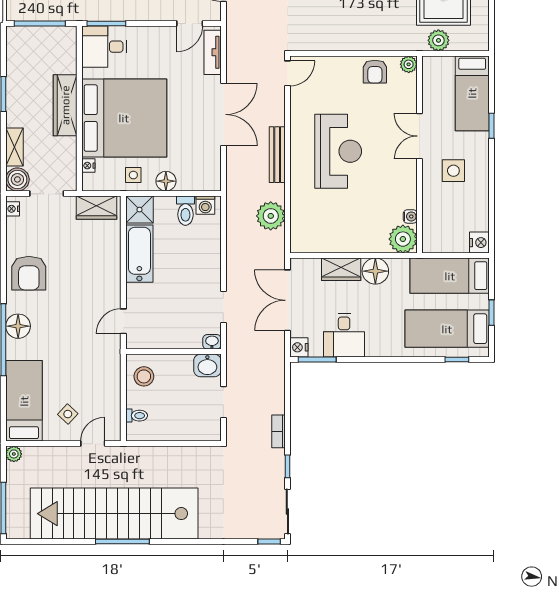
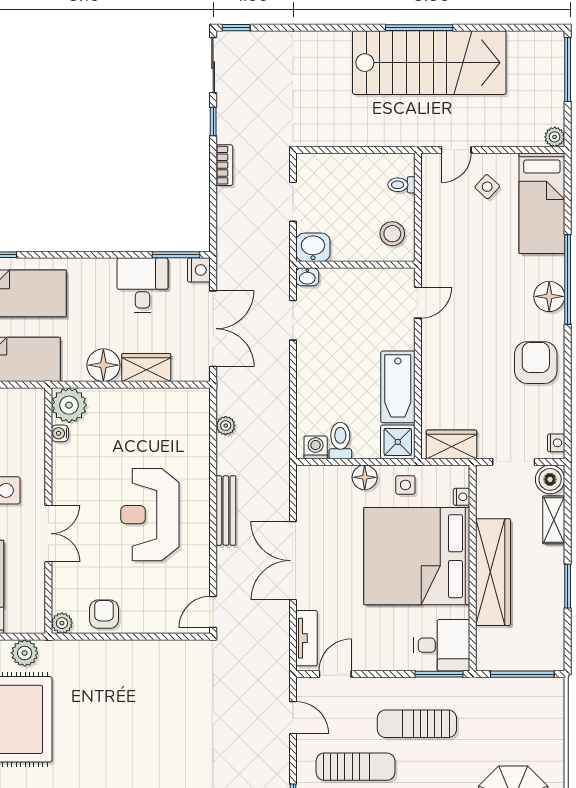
wardrobe: (65, 105) -> (493, 572), width x1.40, depth x1.17
plant: (271, 216) -> (226, 426), width x0.53, depth x0.53
stairs: (114, 514) -> (429, 63), width x0.73

